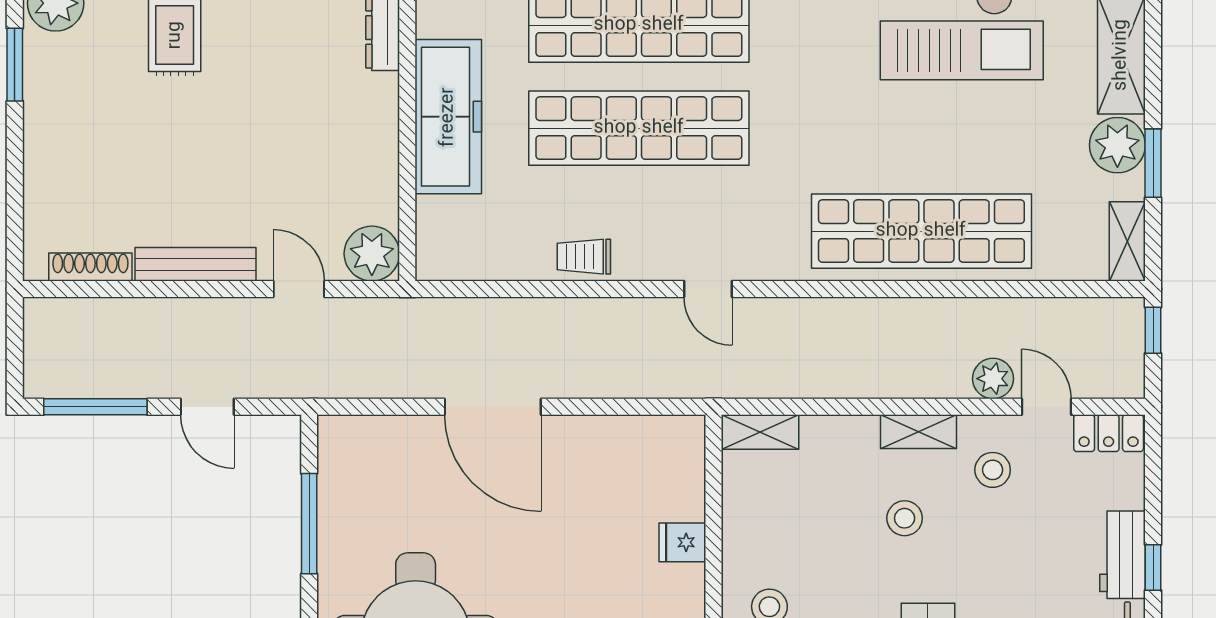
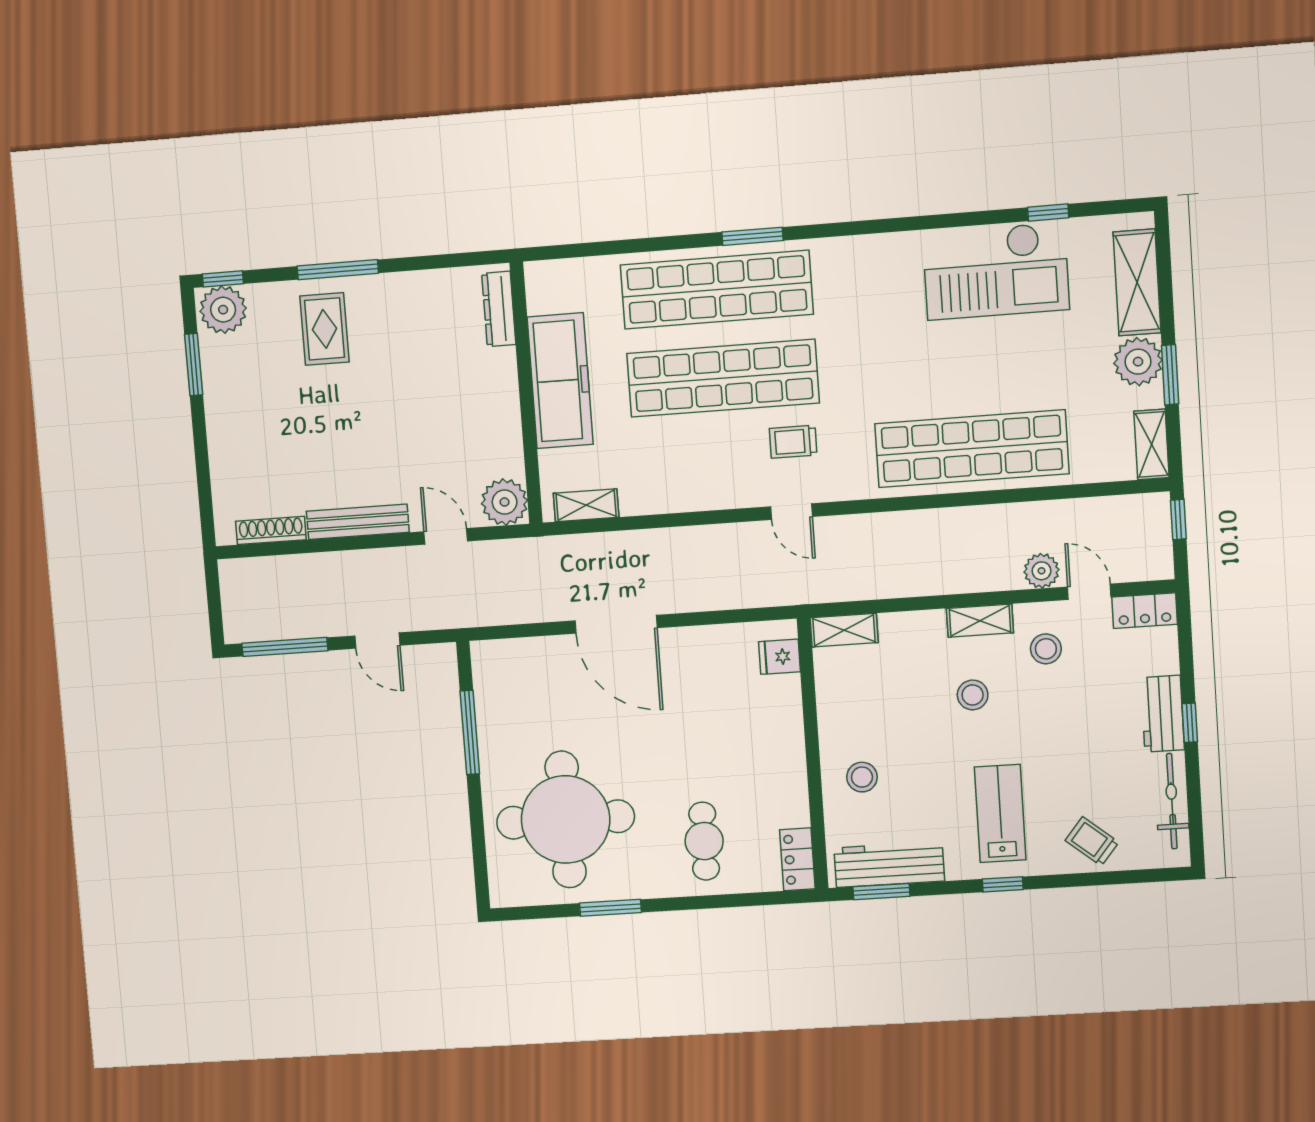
trolley: (584, 257) -> (793, 442), moved
shelving: (468, 264) -> (586, 505), added
fridge: (682, 542) -> (780, 657), moved

